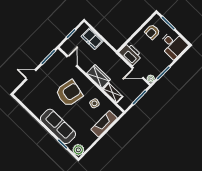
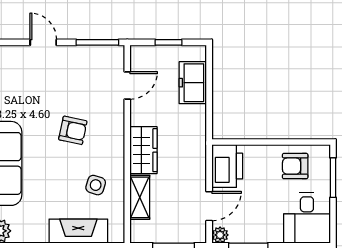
door: (138, 73) -> (209, 206), swing flipped
armchair: (69, 93) -> (73, 130), width x0.53, depth x0.53

